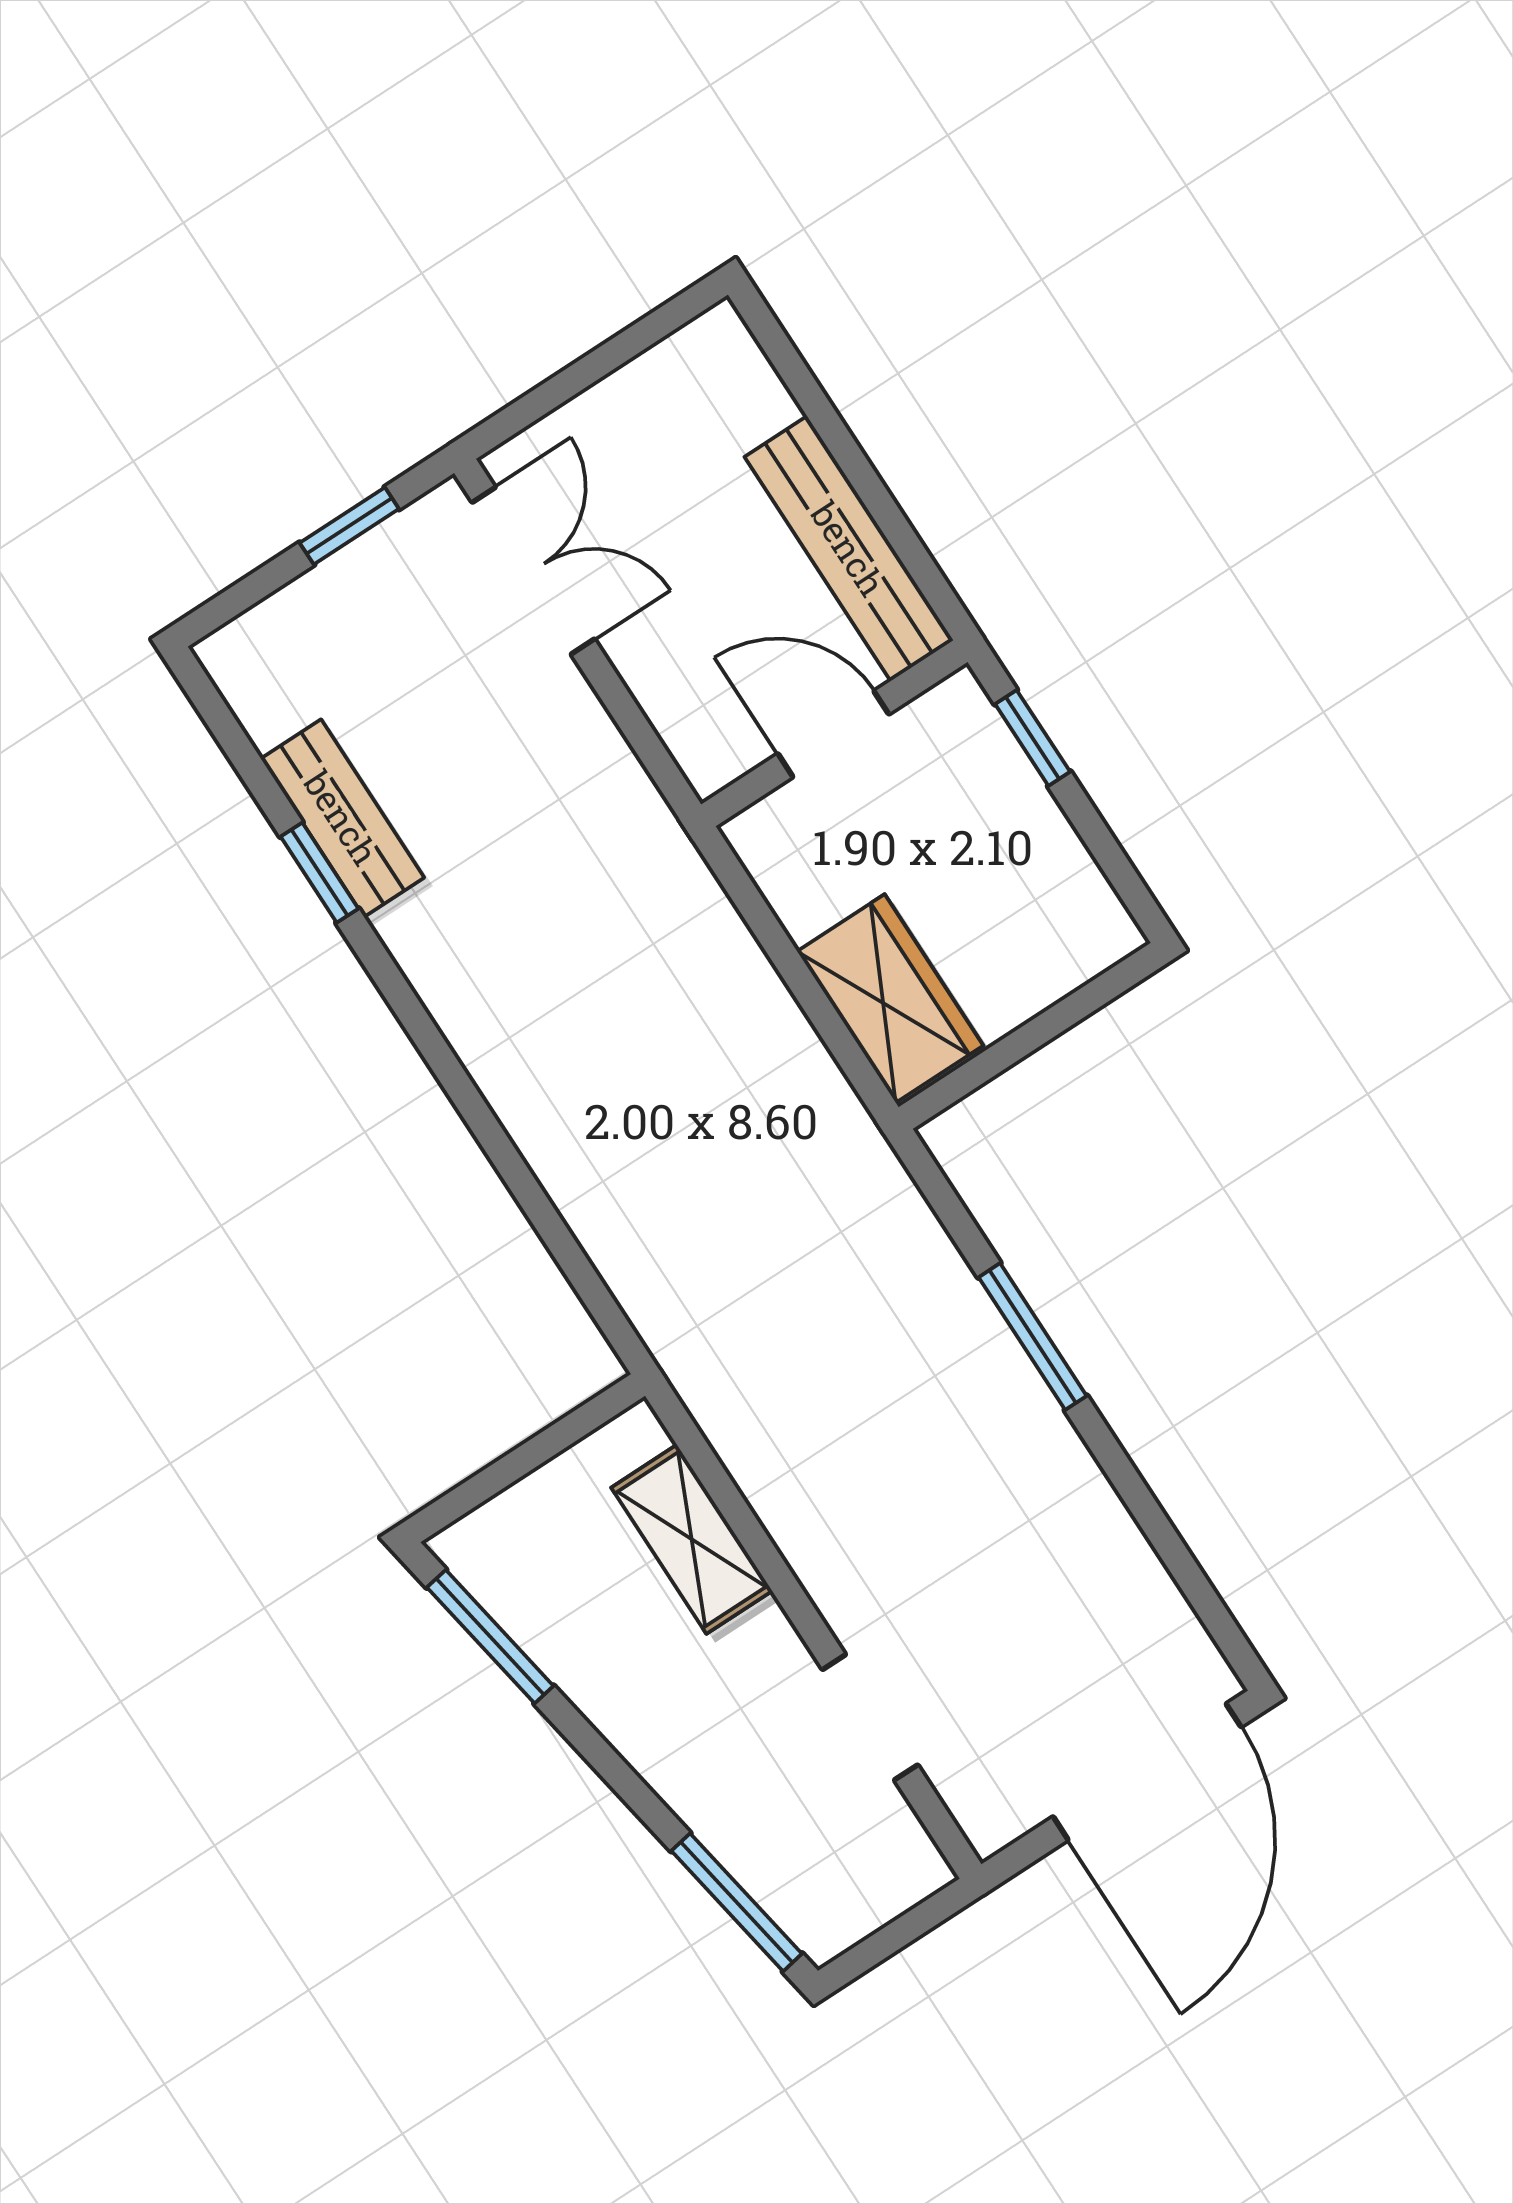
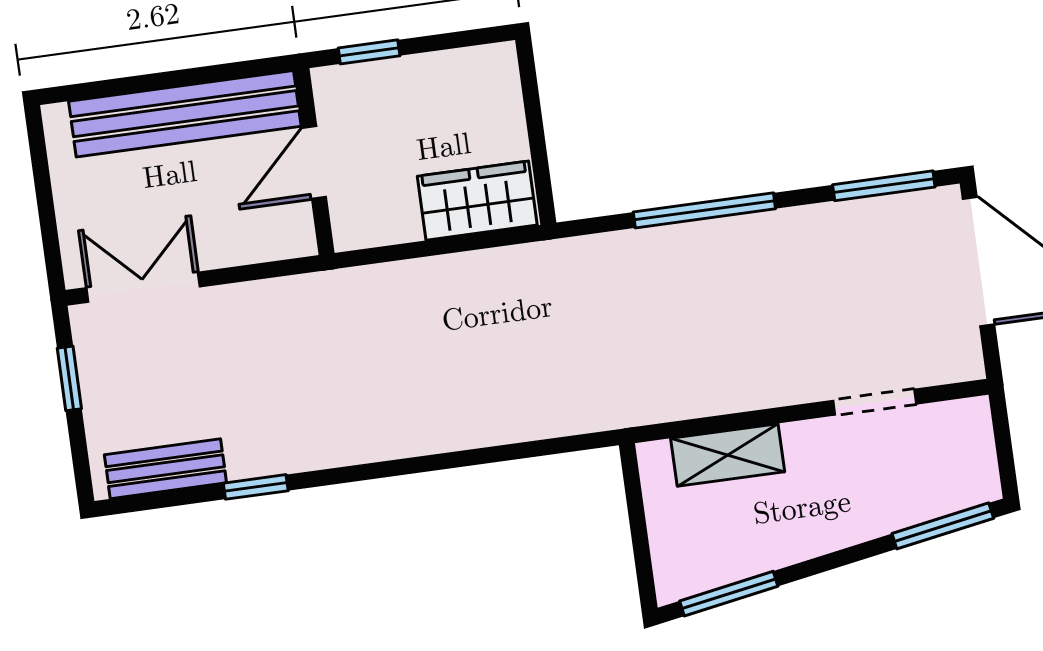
bench: (849, 549) -> (185, 114), width x1.37, depth x1.21
bench: (342, 818) -> (165, 469), moved
window: (1033, 1337) -> (704, 210), width x1.44
window: (1192, 1581) -> (884, 186), added

